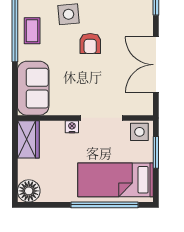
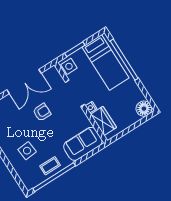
armchair: (90, 44) -> (42, 112), moved
wardrobe: (28, 139) -> (103, 121), moved, turned 90

